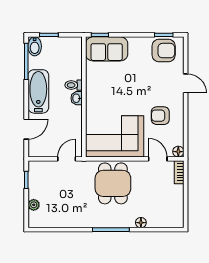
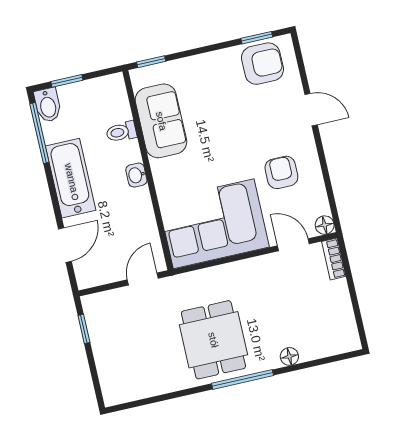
sofa: (107, 49) -> (161, 121), moved, turned -90
toilet: (73, 85) -> (121, 132), moved
armchair: (160, 116) -> (281, 172), turned 90
dining table: (113, 183) -> (213, 340), moved
plant: (34, 205) -> (106, 367), removed

